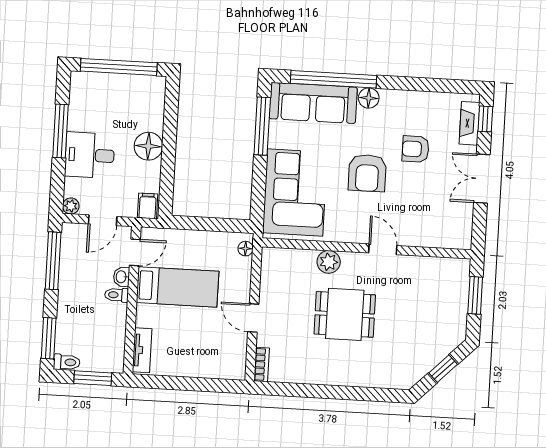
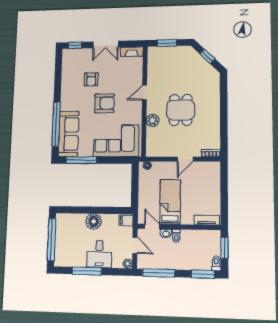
floor lamp: (369, 98) -> (65, 105), removed
fireplace: (469, 123) -> (132, 52), moved

